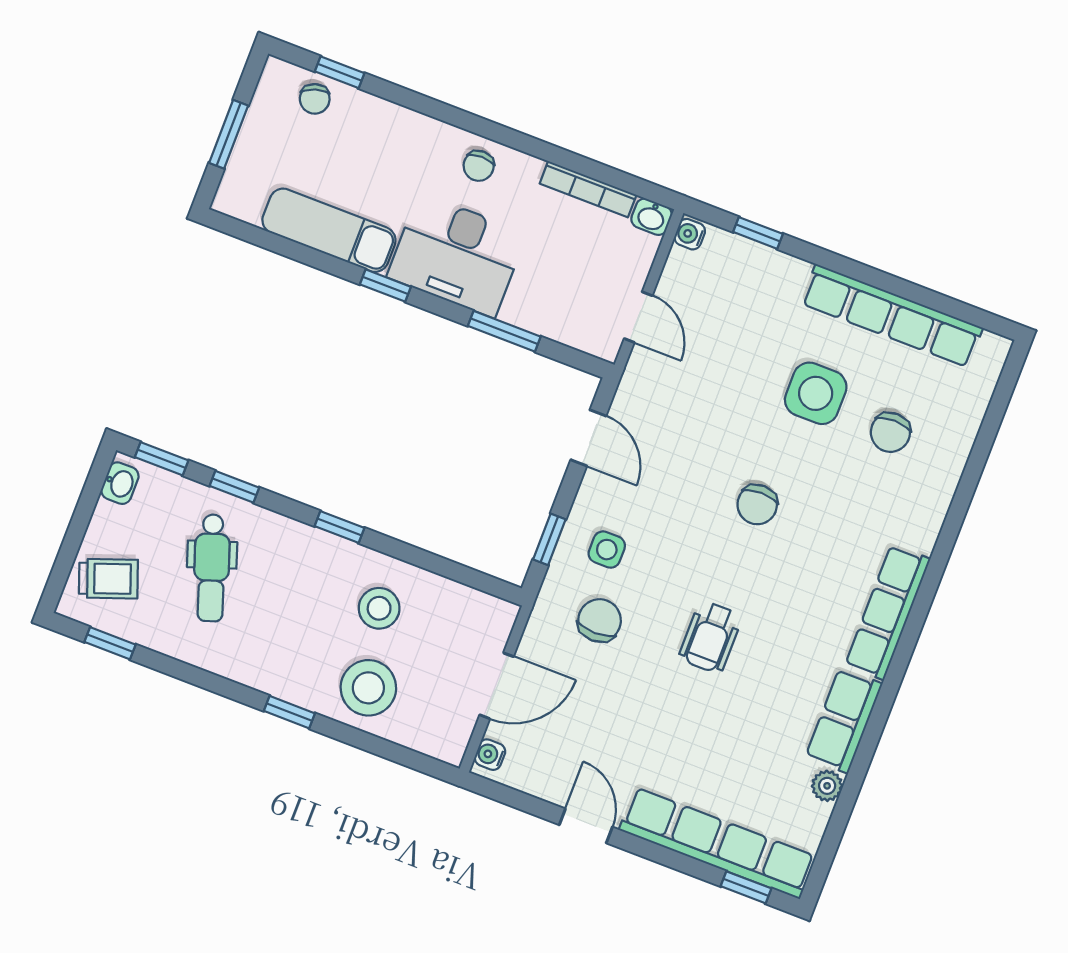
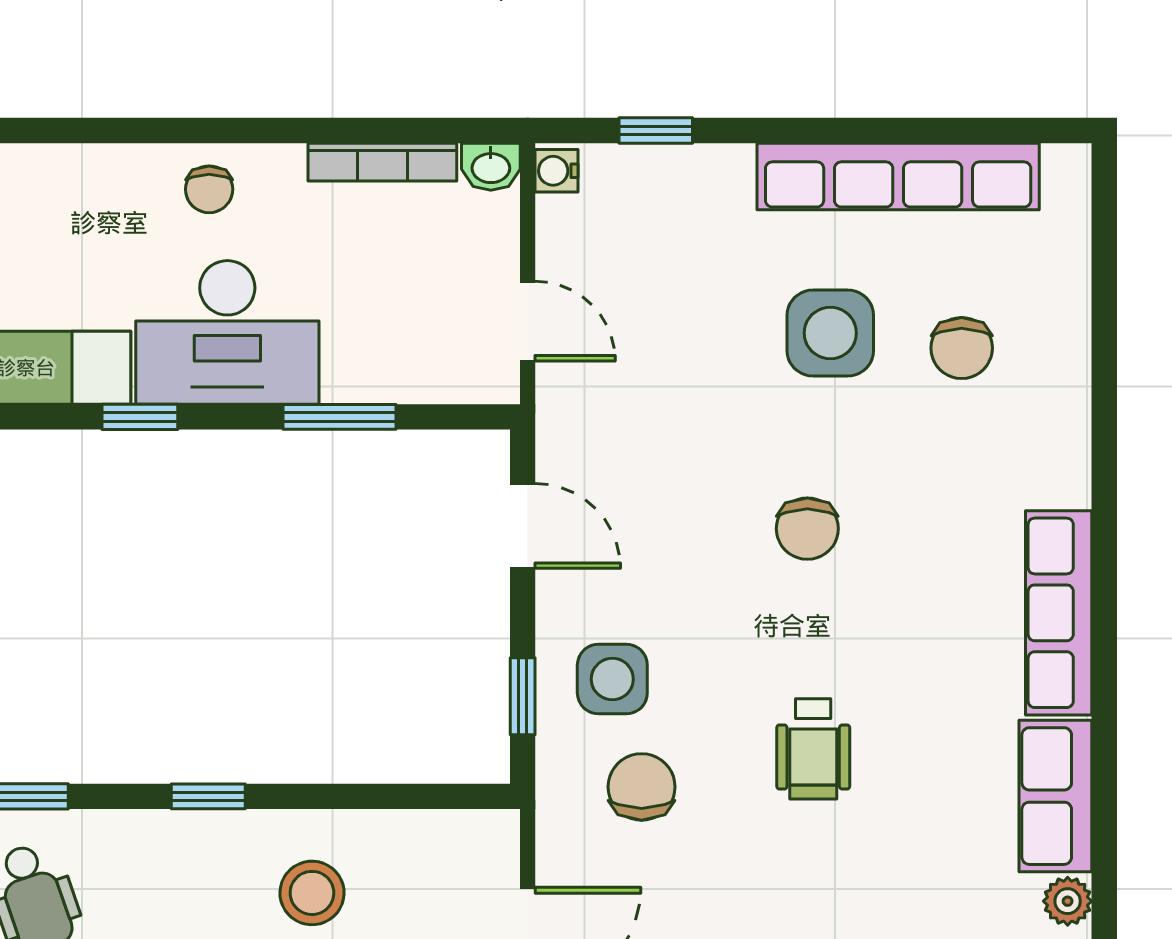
side table: (607, 550) -> (612, 679), width x1.37, depth x1.37

